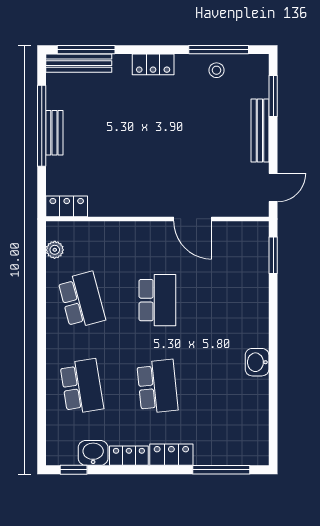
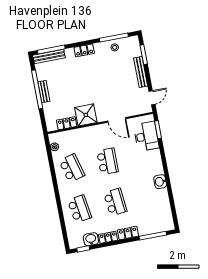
shower: (131, 197) -> (86, 115), added
locker: (67, 206) -> (67, 123), moved
desk: (246, 264) -> (146, 136), added

